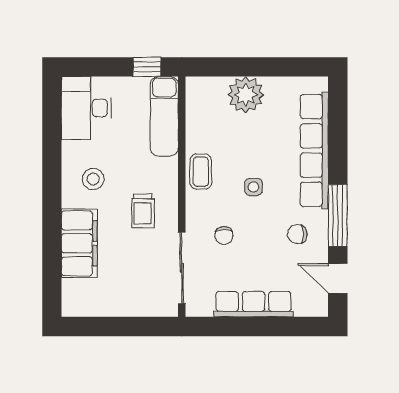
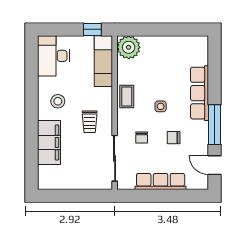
plant: (246, 95) -> (129, 47), moved
row of seats: (314, 151) -> (200, 93), width x0.73
chair: (297, 234) -> (174, 138), moved

